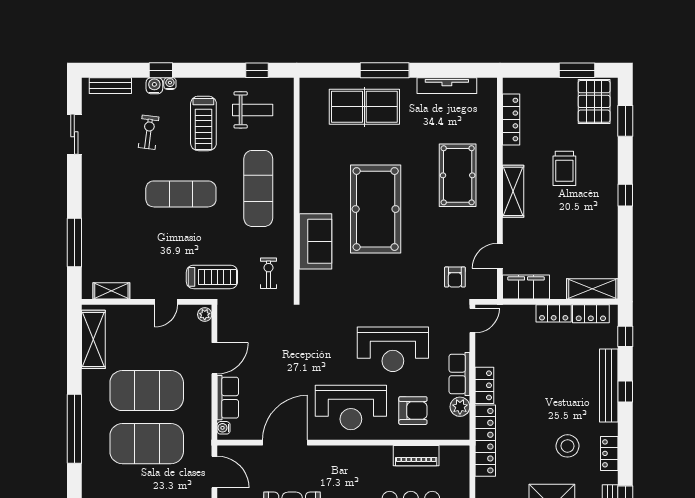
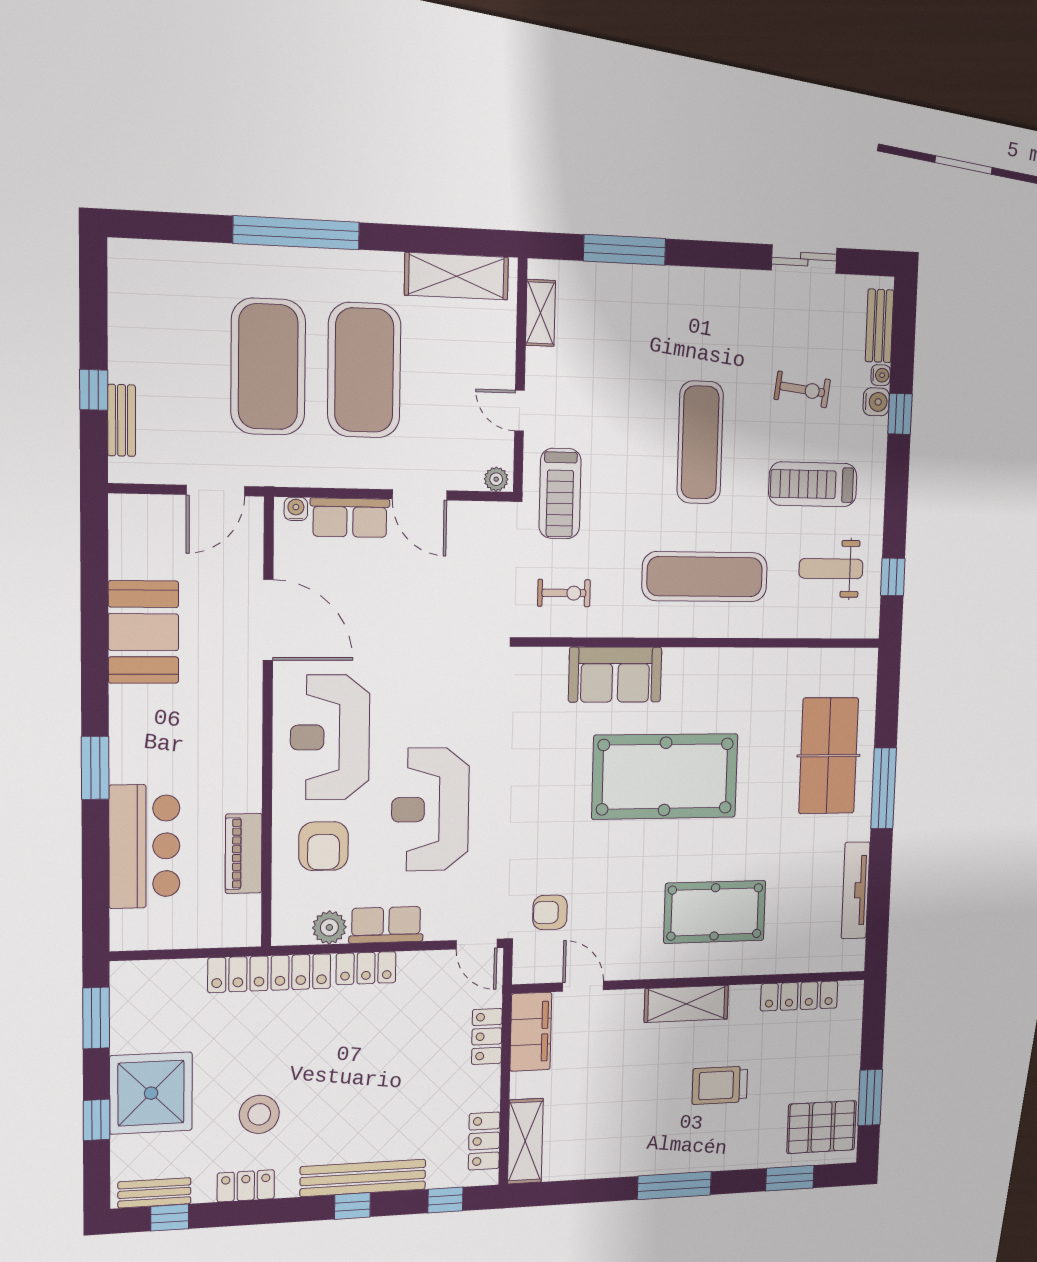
water cooler: (170, 84) -> (881, 375), moved
weight bench: (253, 110) -> (831, 569), turned 90
window: (625, 195) -> (674, 1185), width x2.17
locker: (554, 313) -> (487, 1036), moved

